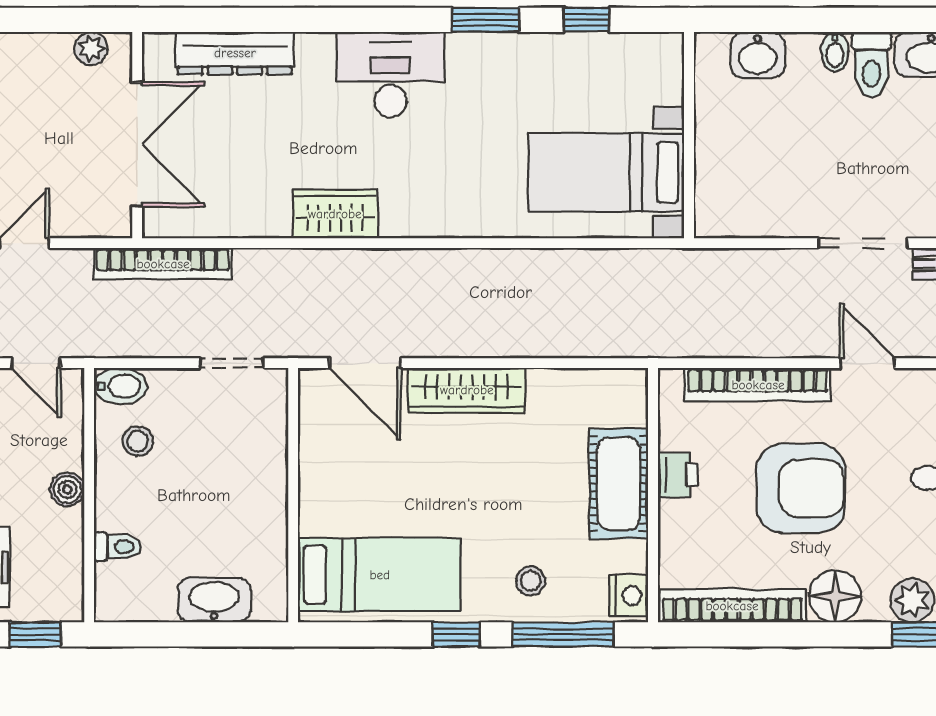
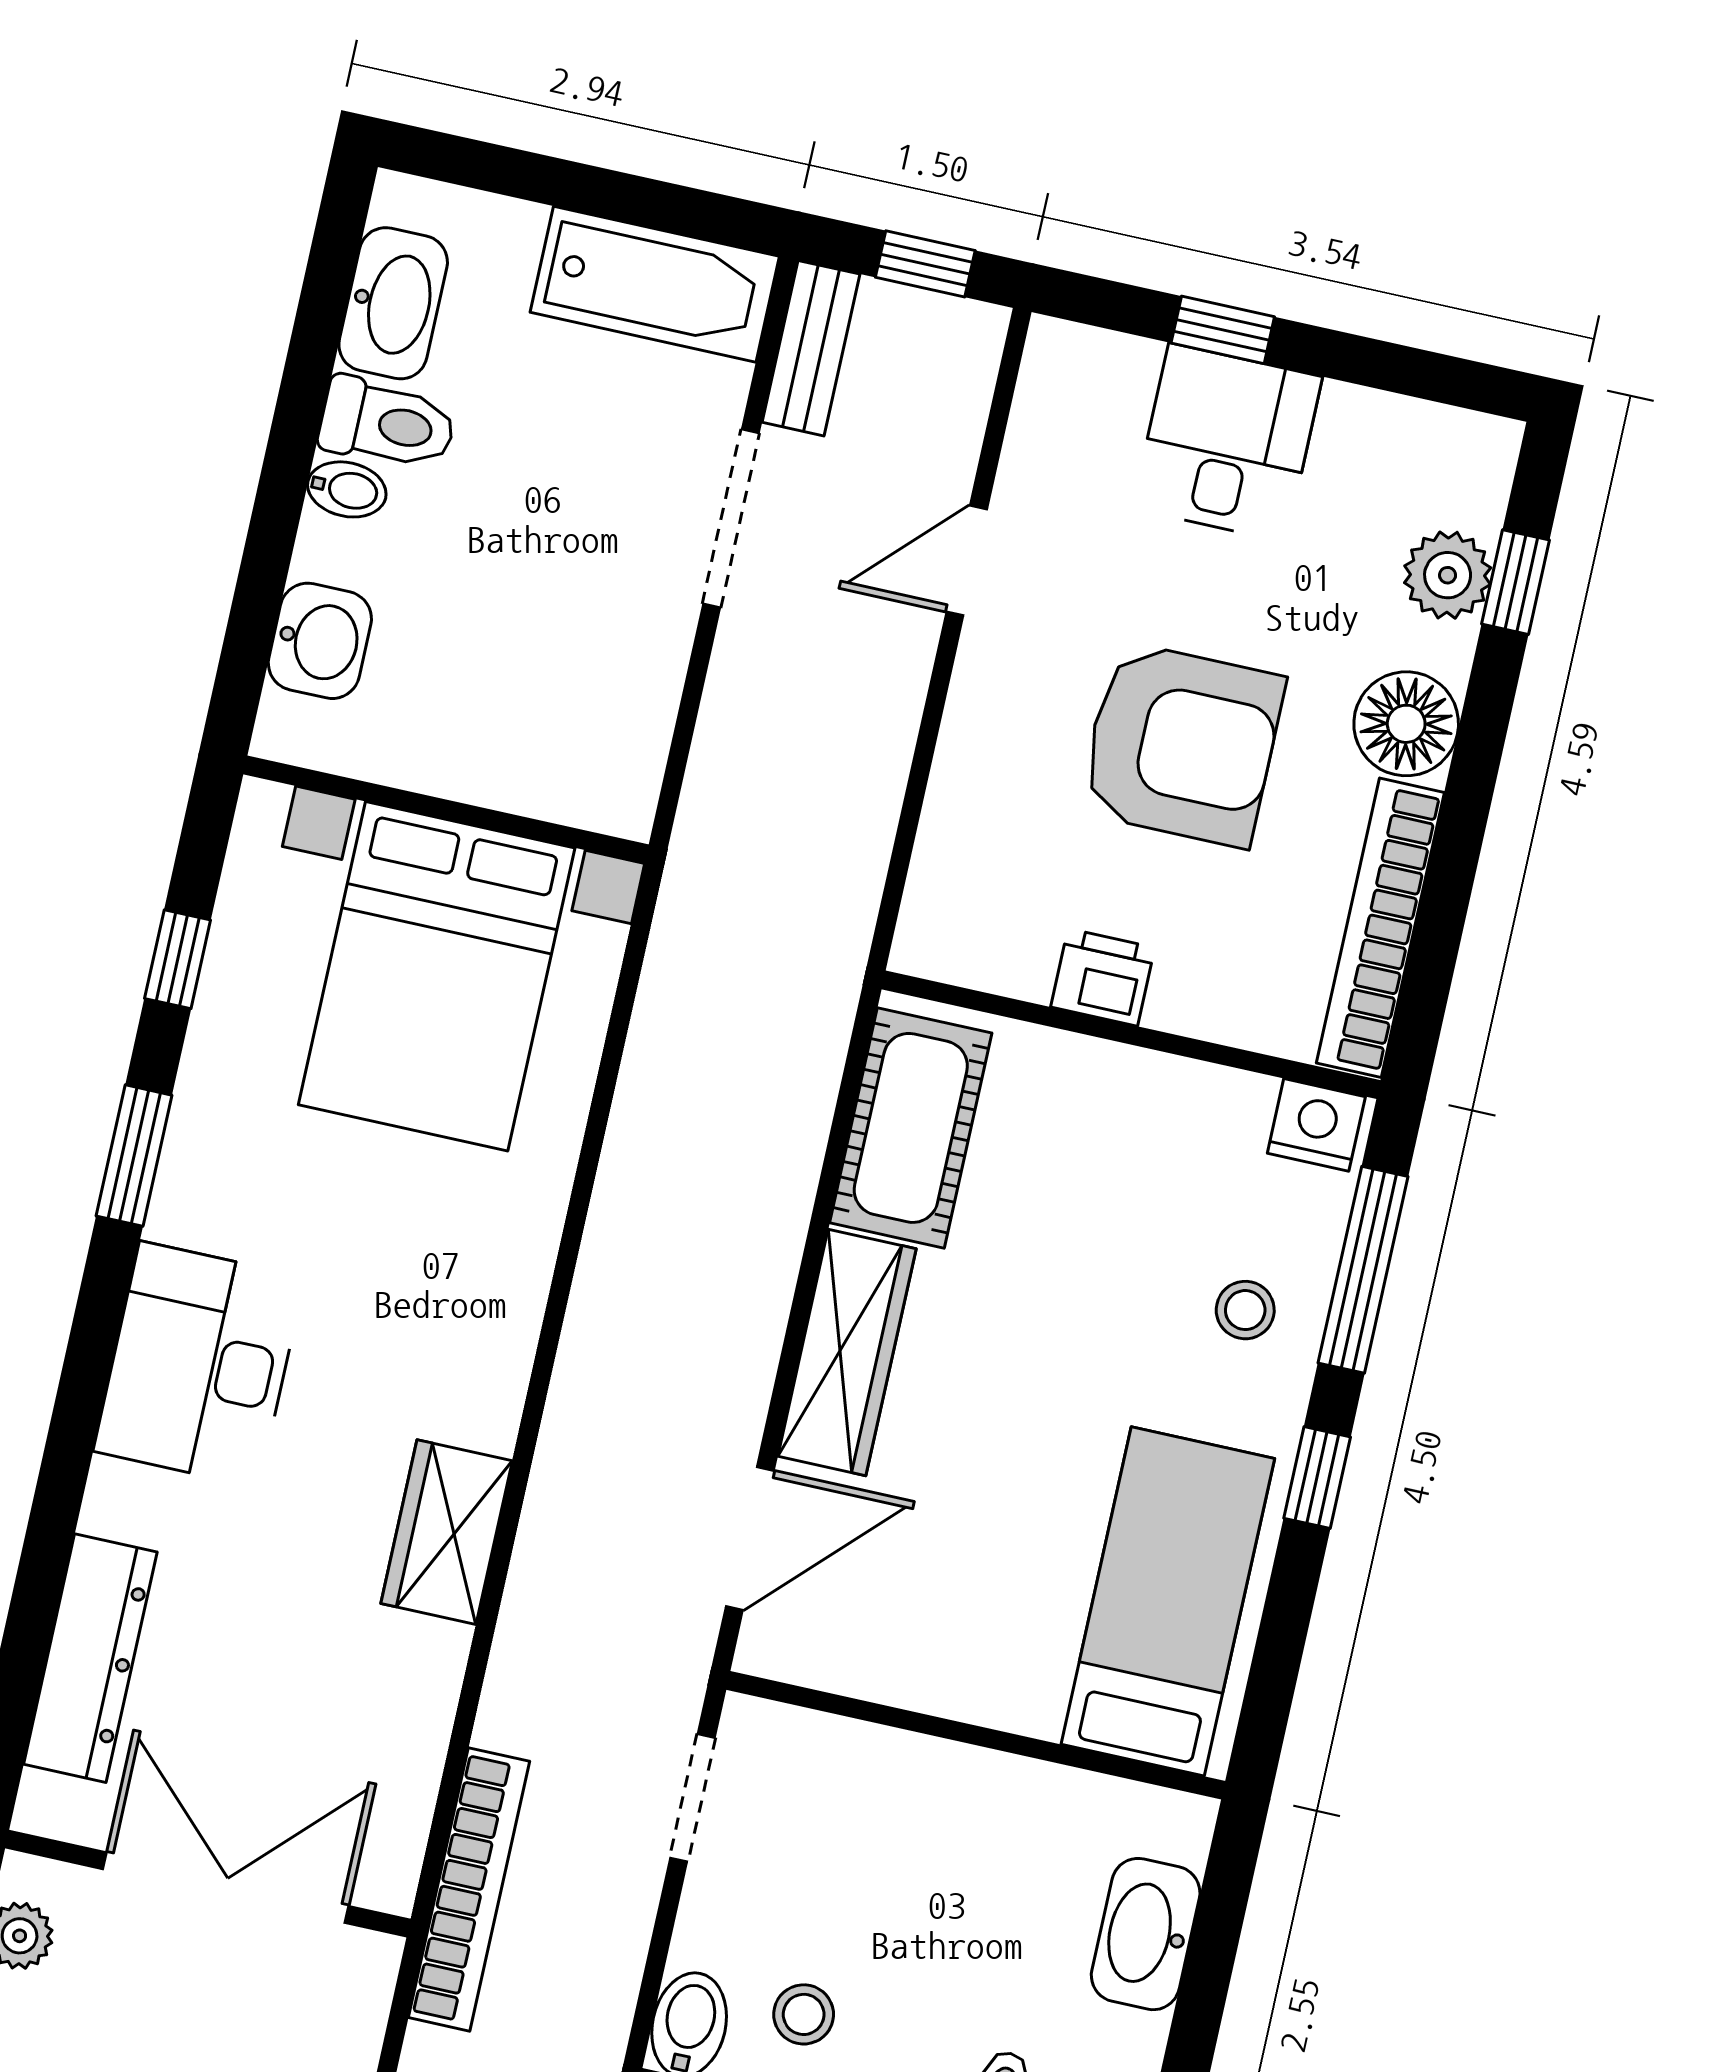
bed with nightstands: (606, 172) -> (437, 976), width x1.36
bookcase: (758, 385) -> (961, 783), removed
cot: (619, 484) -> (911, 1128), moved, turned 90
armchair: (801, 488) -> (1182, 744), turned 90

